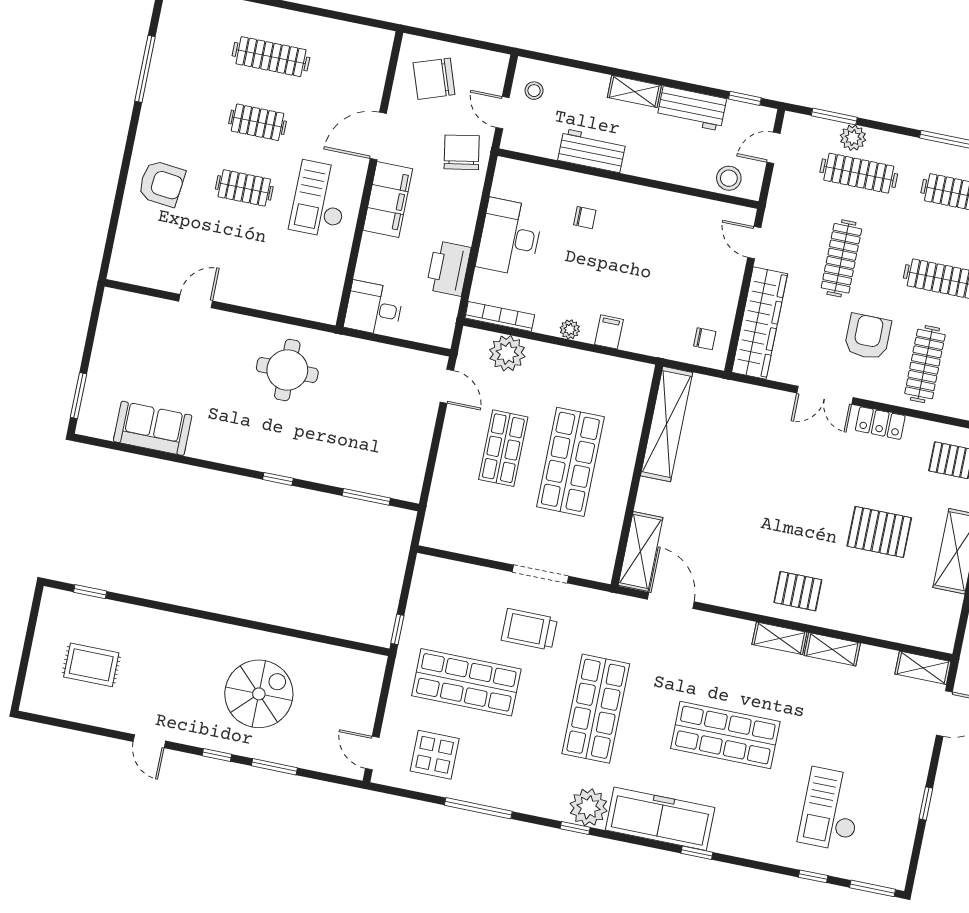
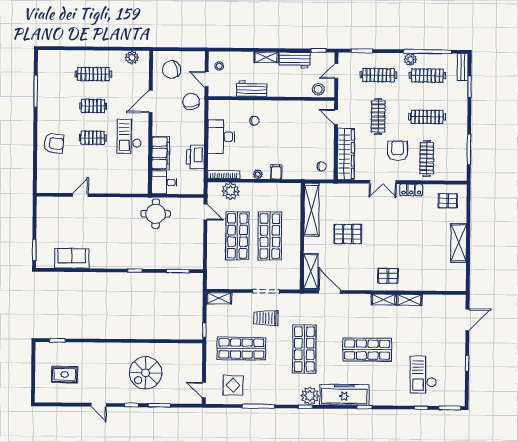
plant: (357, 38) -> (132, 57), added
plant: (853, 138) -> (410, 59), moved
filing cabinet: (388, 200) -> (161, 153), moved
round table: (287, 370) -> (156, 214), moved
shop shelf: (503, 448) -> (237, 236), width x1.43, depth x1.36
pallet: (879, 532) -> (348, 234), moved
shelving: (923, 668) -> (219, 298), moved
spiral stairs: (259, 694) -> (146, 373), turned 180

